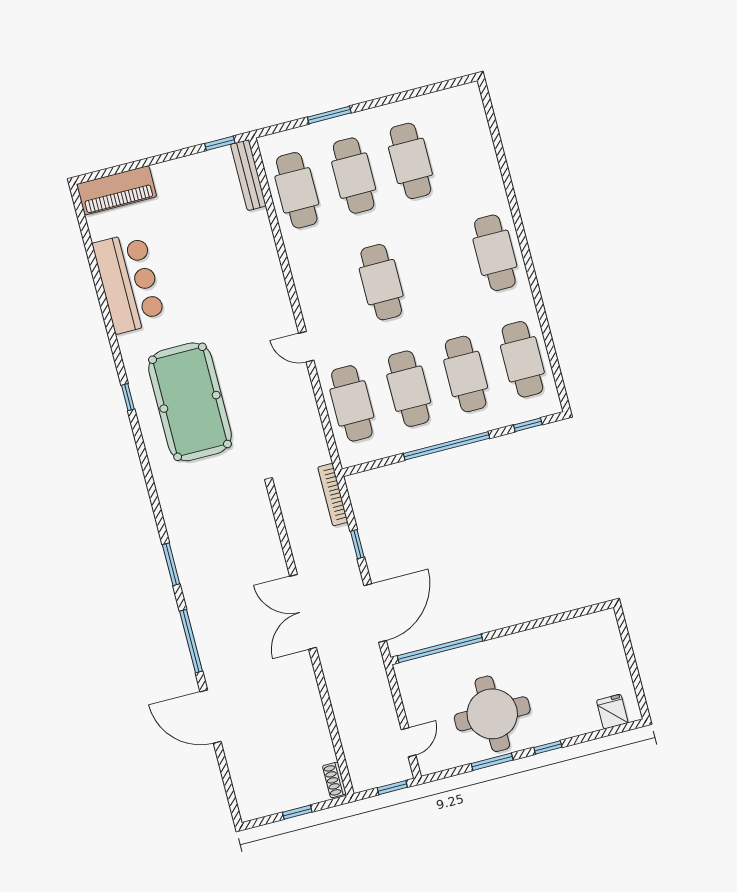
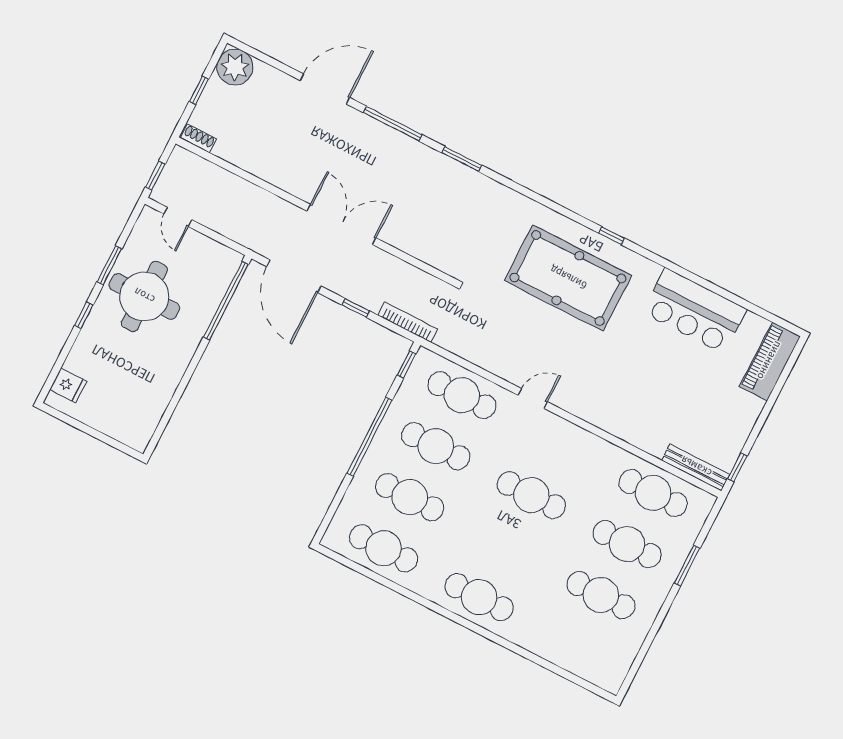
window: (528, 425) -> (407, 364), moved
plant: (255, 800) -> (235, 67), added

